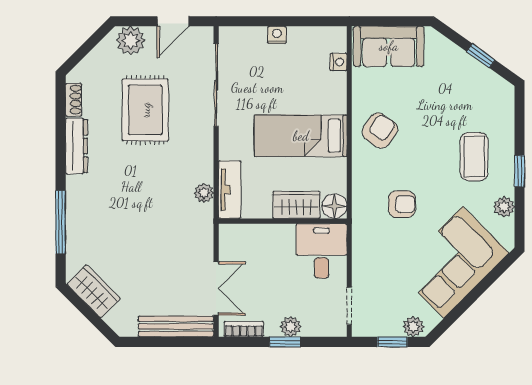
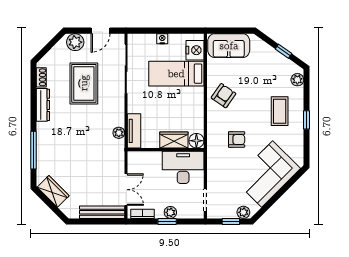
nightstand: (339, 62) -> (195, 50), width x1.89, depth x1.79
bed: (301, 136) -> (176, 74), moved
plant: (504, 207) -> (297, 80), moved
desk: (321, 251) -> (183, 167), width x1.37

